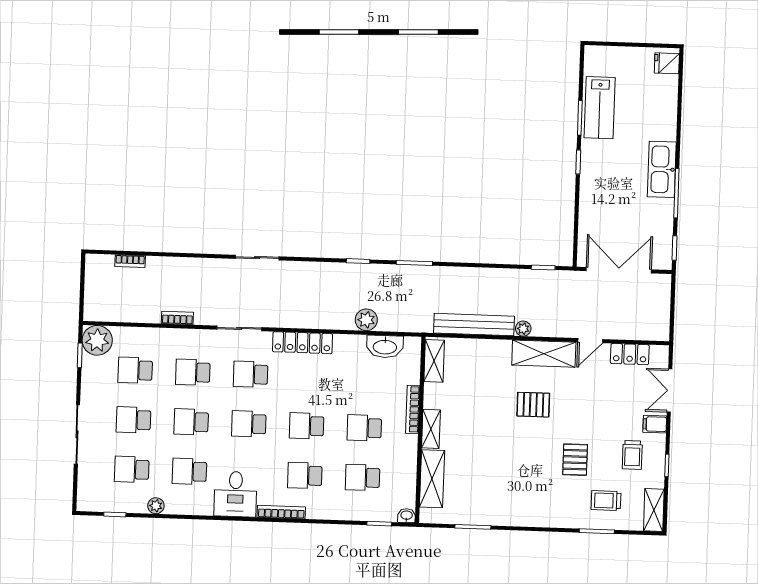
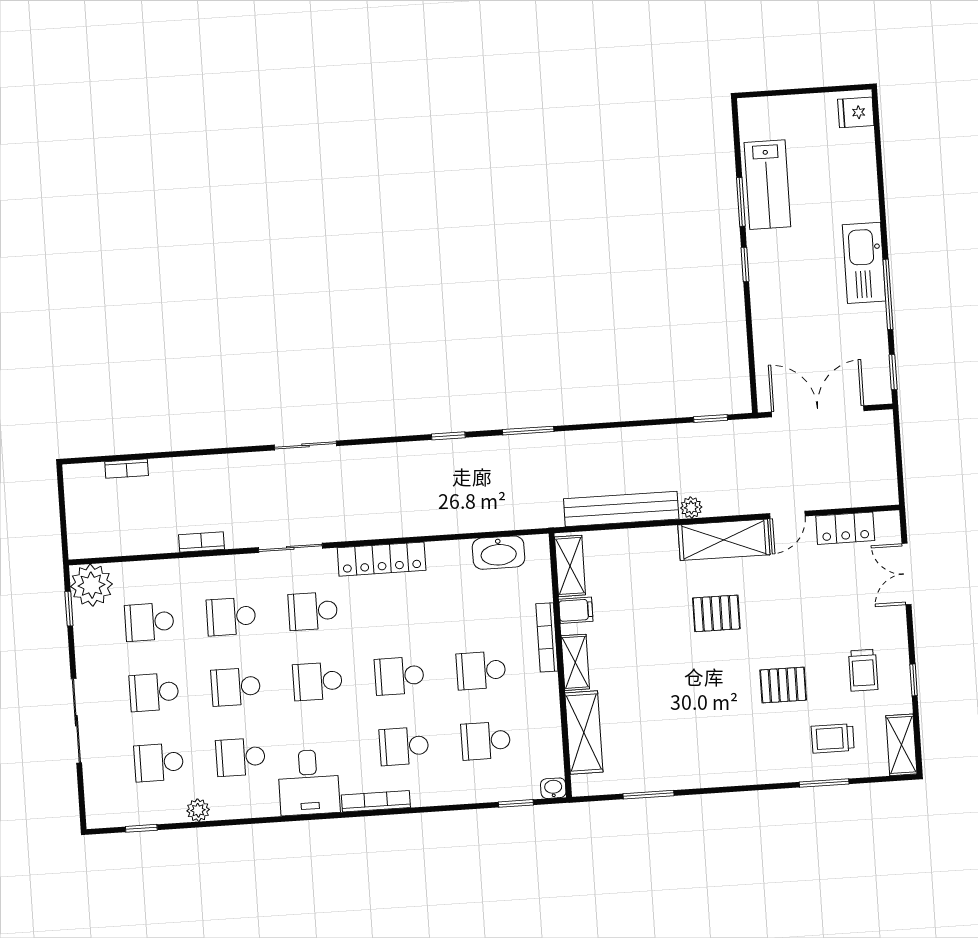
plant: (366, 320) -> (468, 518), removed
filing cabinet: (655, 424) -> (576, 610), moved, turned 180
pallet: (575, 460) -> (783, 685), turned 90

